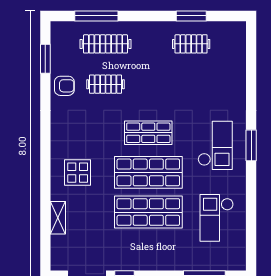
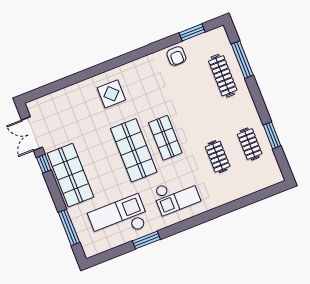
clothes rail: (106, 84) -> (218, 157), moved
window: (251, 145) -> (146, 240), moved
shop shelf: (148, 212) -> (70, 175), moved
shelving: (58, 218) -> (69, 92), removed
checkout: (217, 218) -> (119, 219), width x1.36, depth x1.21

